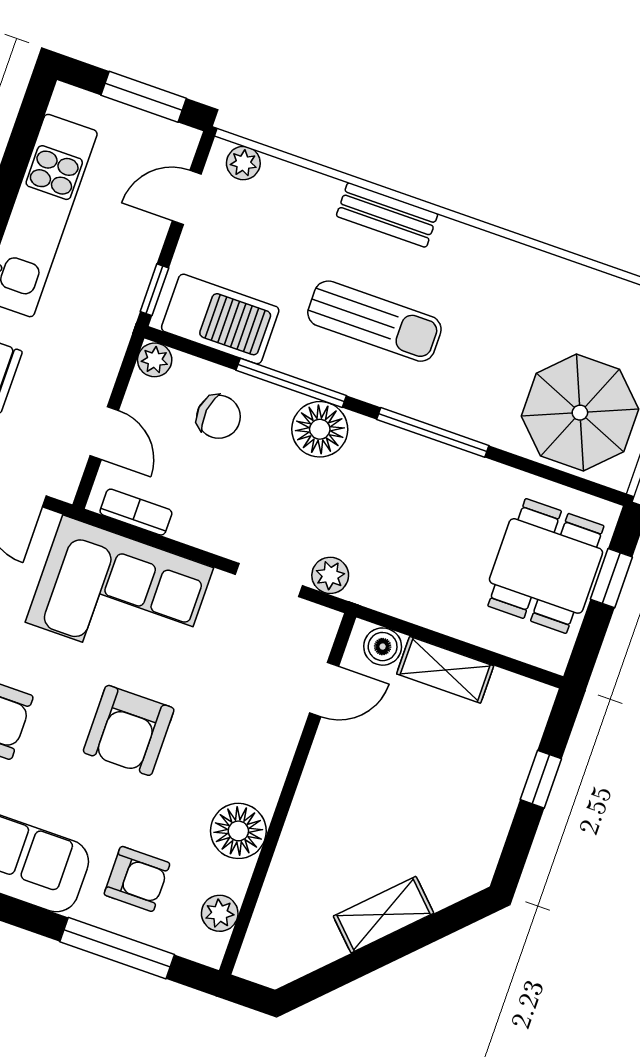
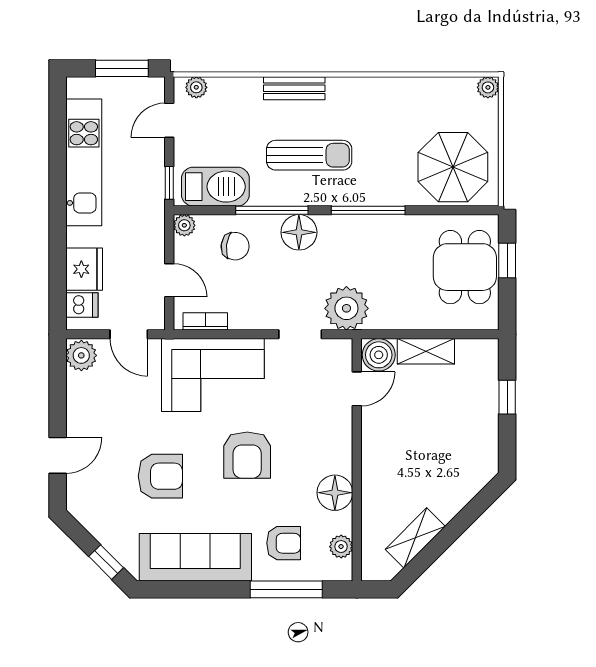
plant: (330, 575) -> (346, 308), width x1.87, depth x1.87
boiler: (383, 647) -> (379, 355), width x1.36, depth x1.36
shelving: (383, 915) -> (415, 538), moved

